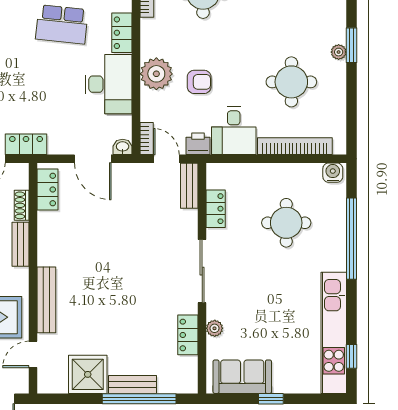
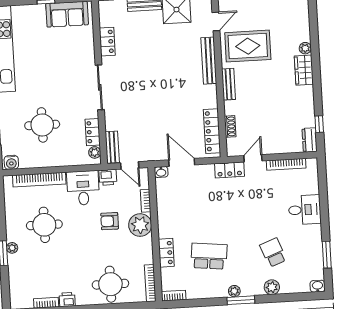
desk: (109, 84) -> (174, 216), removed
bookcase: (147, 138) -> (146, 201), moved
locker: (48, 190) -> (212, 131), width x1.53
bench: (21, 244) -> (229, 84), moved
plant: (215, 328) -> (95, 152), moved

